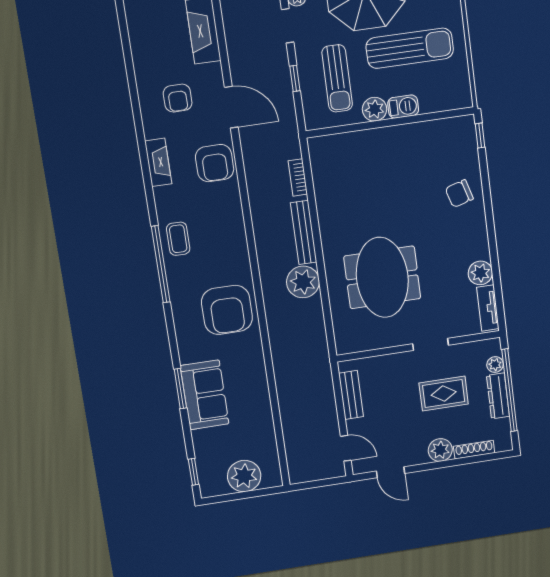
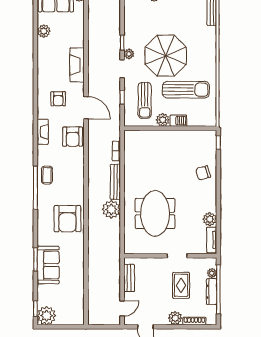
rug: (444, 394) -> (181, 285), turned 90
door: (346, 448) -> (122, 308), hinge flipped
plant: (244, 476) -> (47, 316), moved

